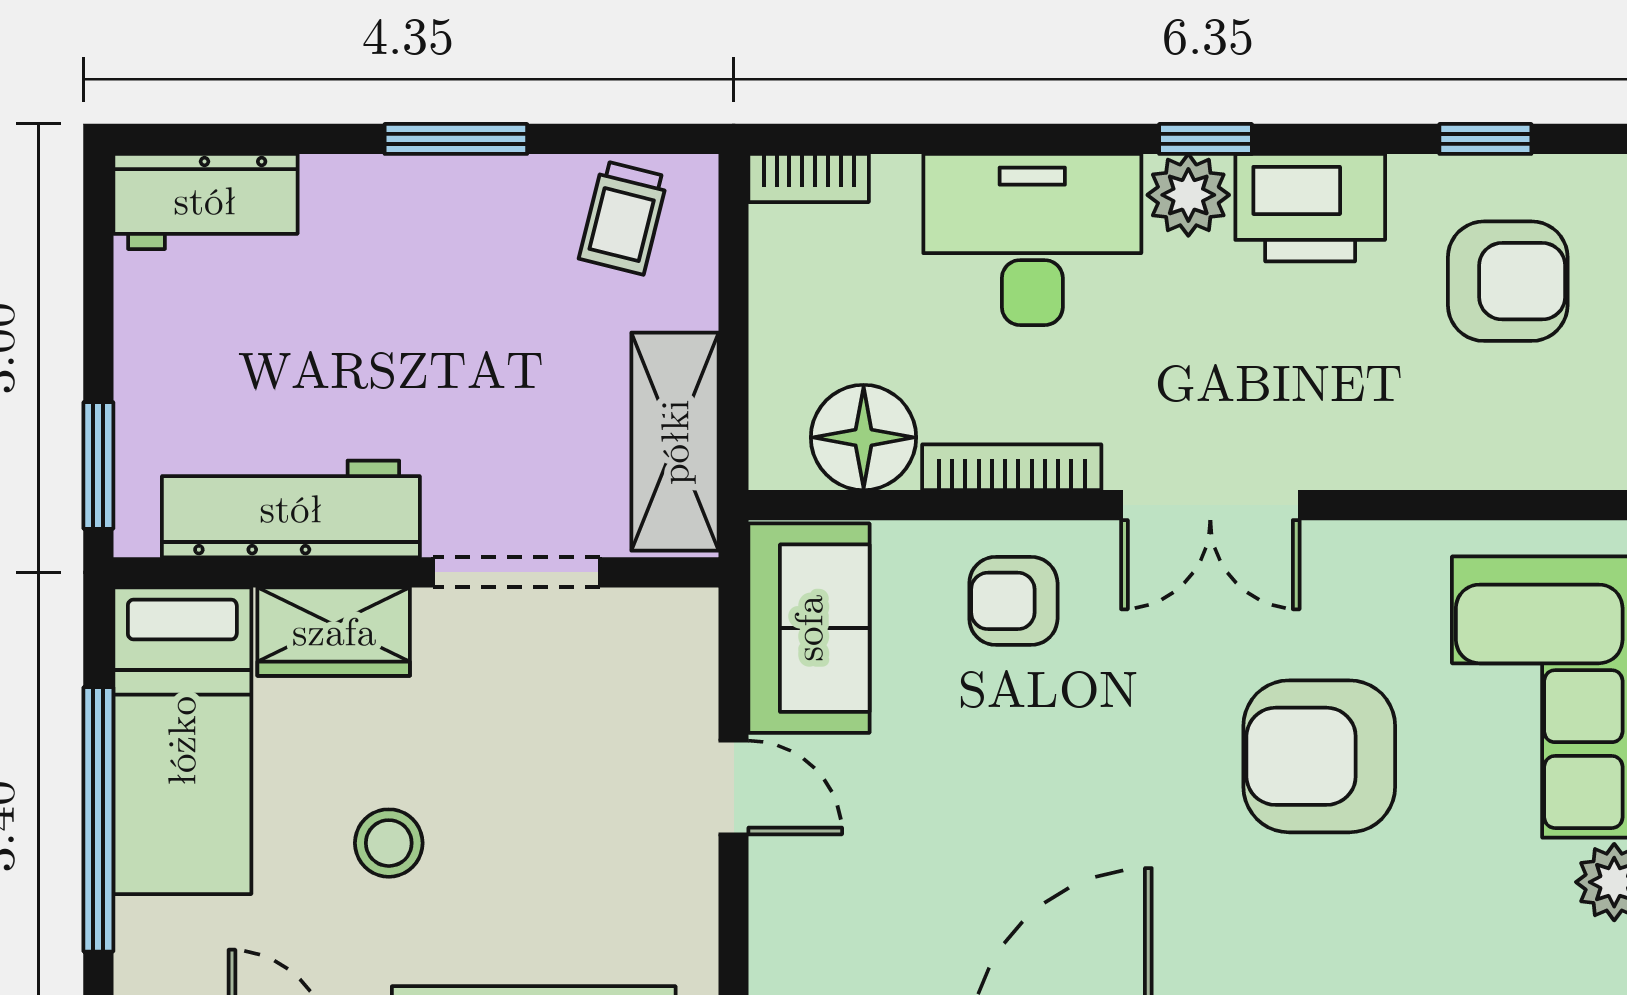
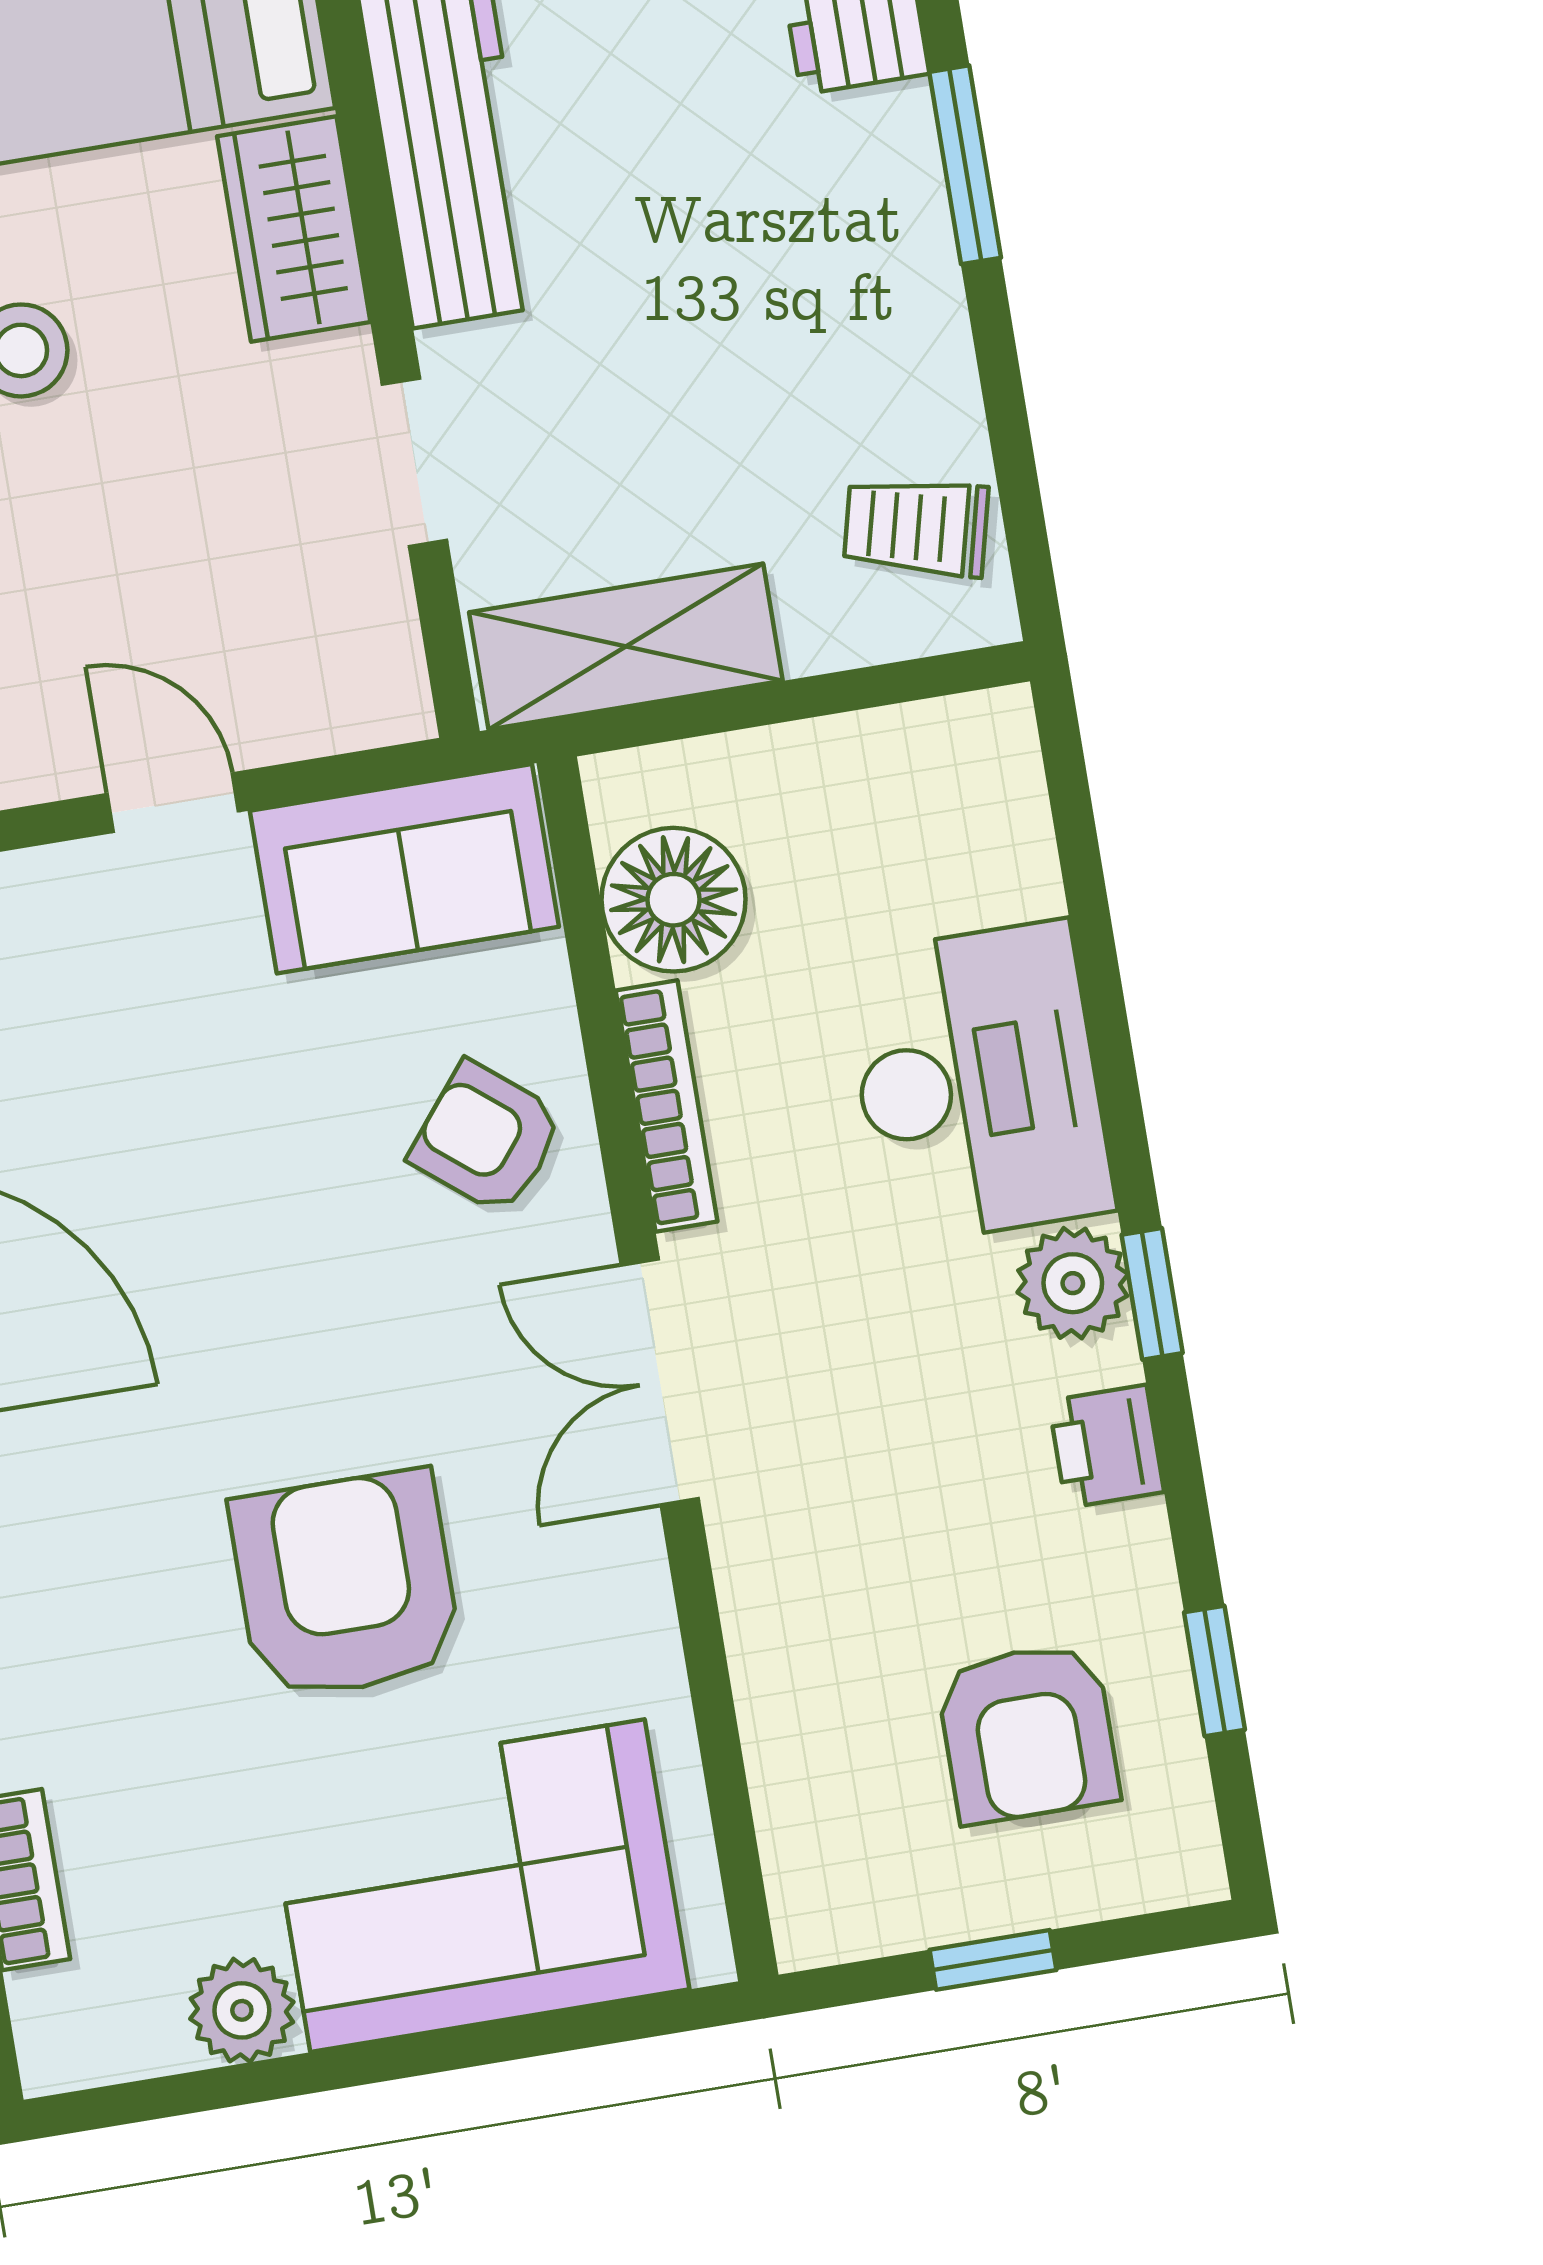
window: (456, 139) -> (965, 165), moved
bookcase: (809, 178) -> (1011, 768), removed
printer: (1310, 208) -> (1106, 1446), width x0.53, depth x0.68
doorway: (517, 572) -> (414, 462), width x0.73
armchair: (1013, 601) -> (487, 1138), turned -51
door: (734, 788) -> (173, 803), swing flipped

